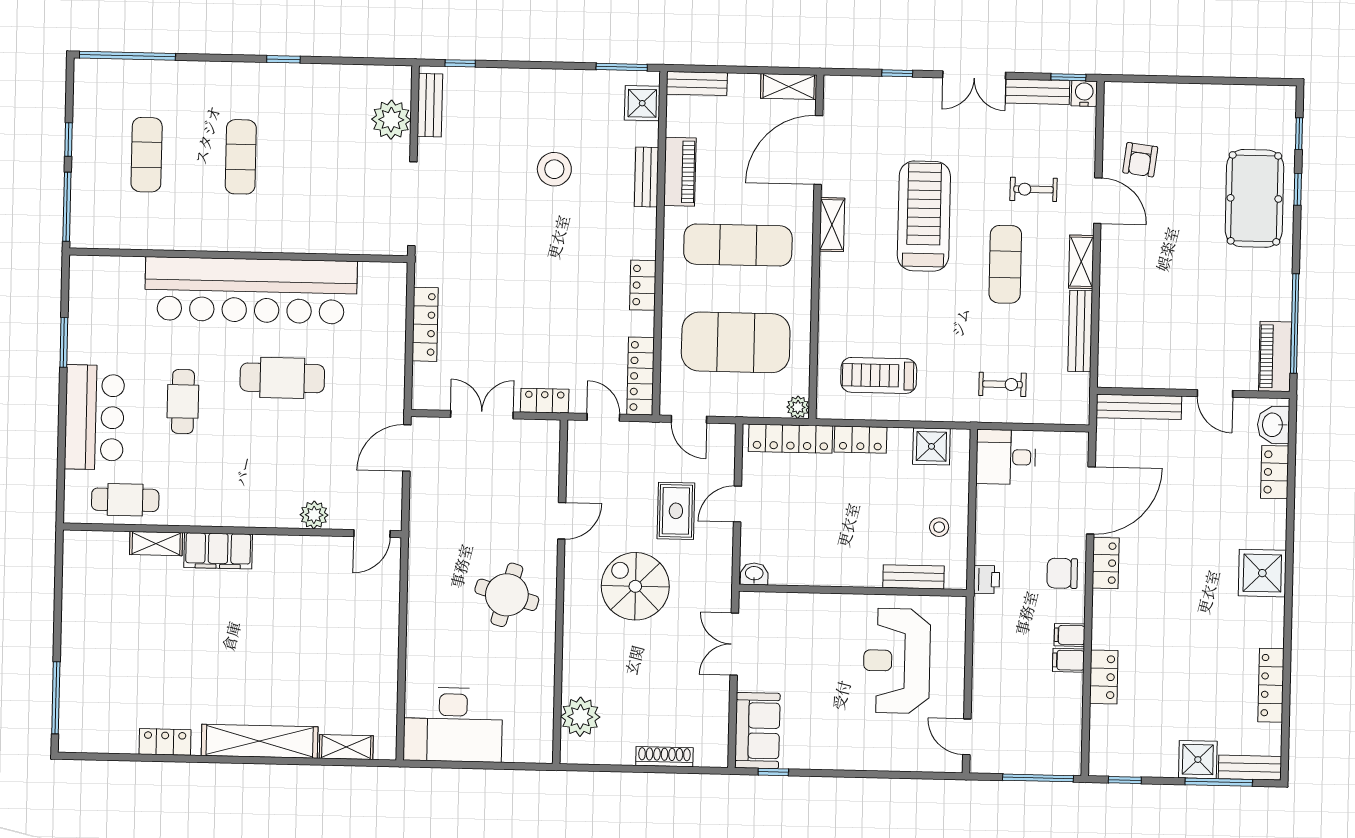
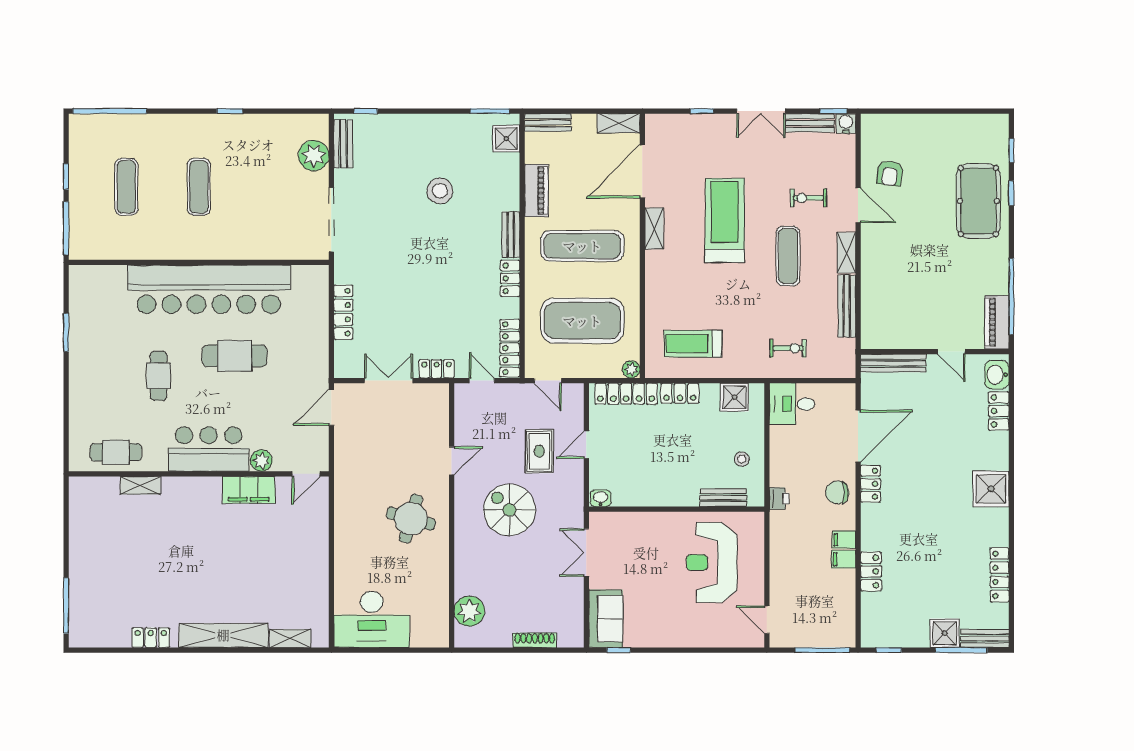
bench: (647, 177) -> (511, 235), moved
bar counter: (94, 417) -> (209, 449), moved, turned -90
filing cabinet: (218, 551) -> (249, 490), moved

